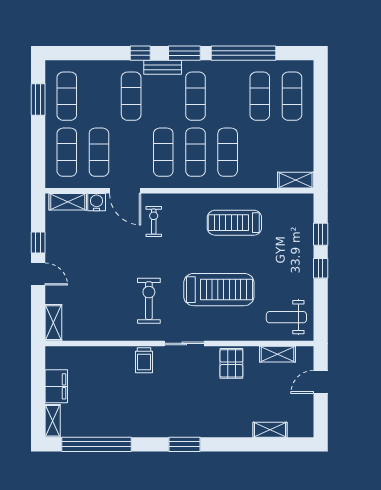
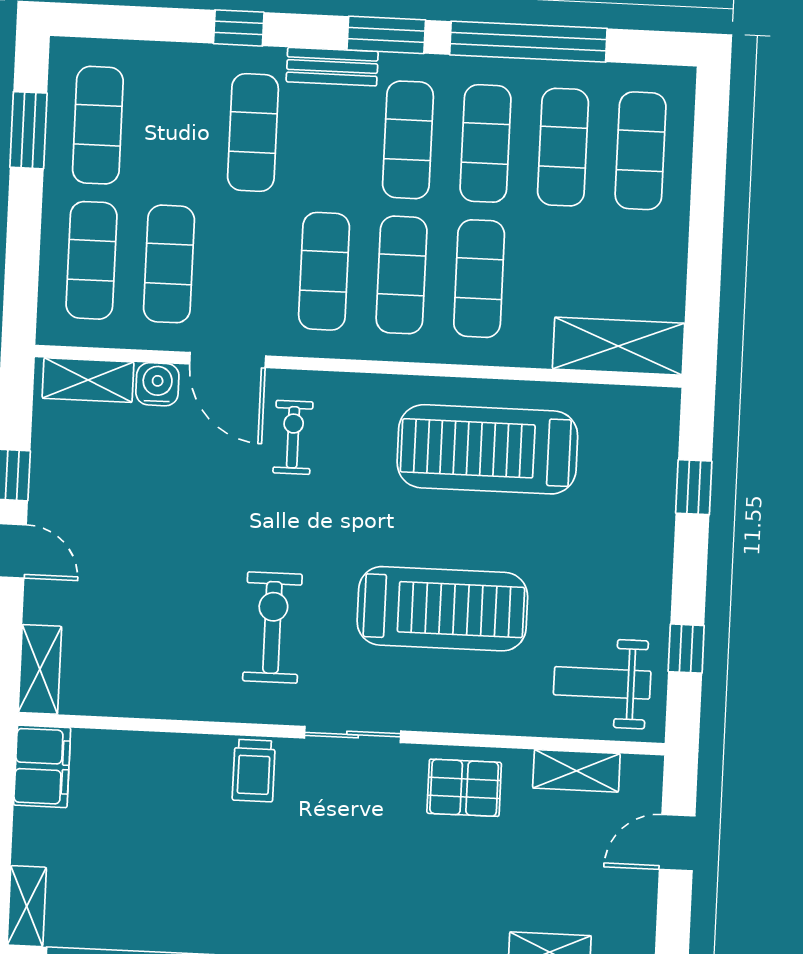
window: (140, 53) -> (239, 28), moved
exercise mat: (228, 96) -> (485, 143), added
shelving: (296, 180) -> (618, 346), width x1.50, depth x1.33
treadmill: (234, 223) -> (487, 449), width x1.37, depth x1.38
window: (321, 268) -> (686, 649), moved
pallet: (231, 363) -> (464, 788), turned 90
filing cabinet: (56, 386) -> (42, 766), moved

